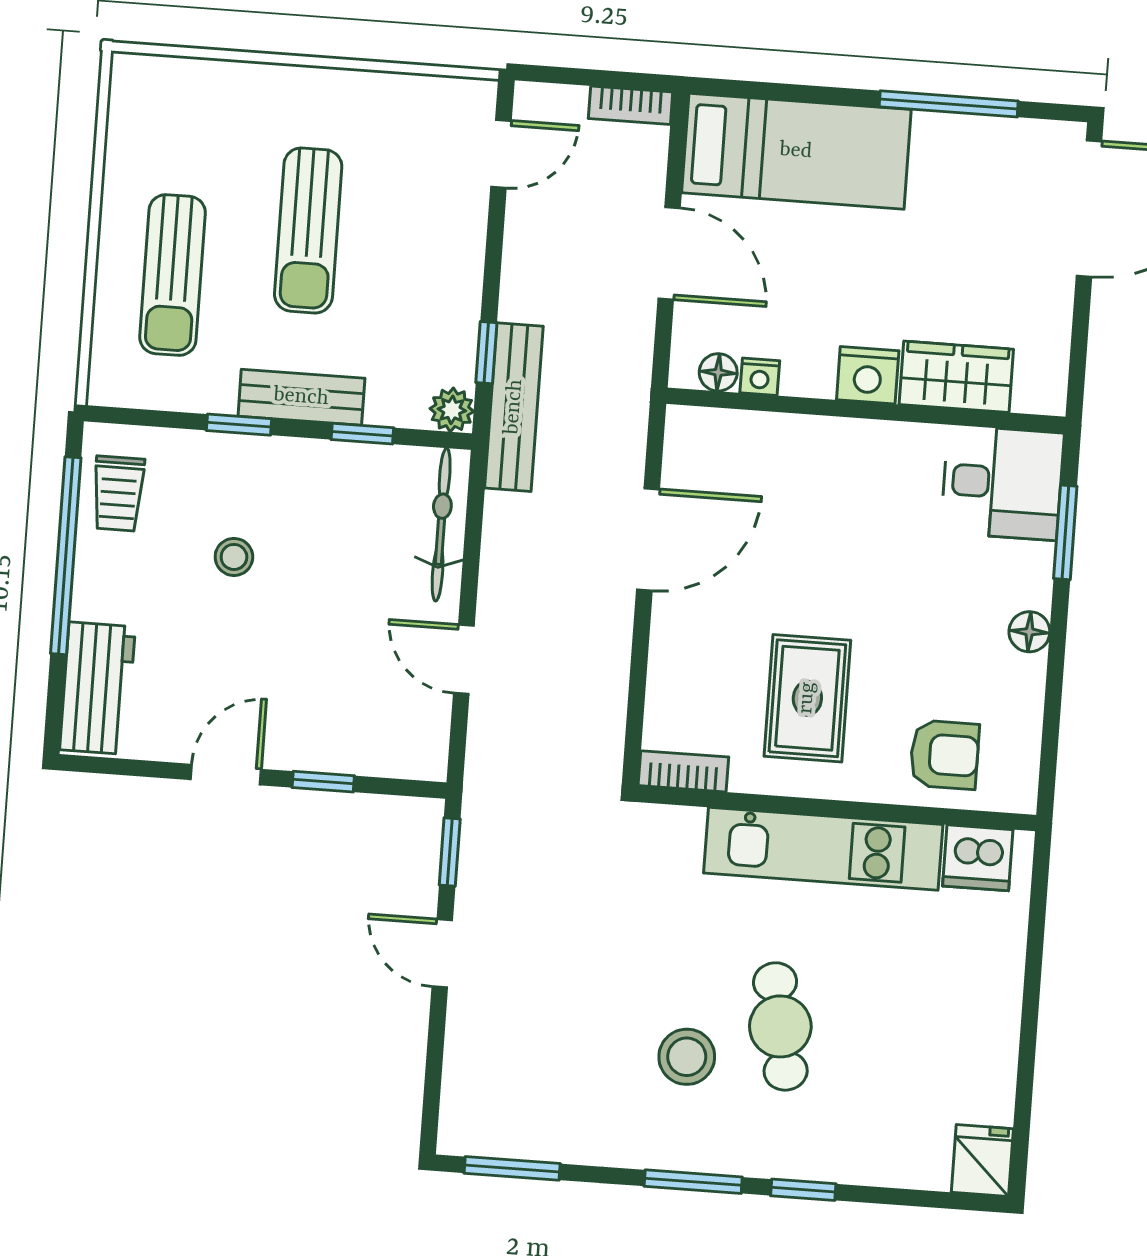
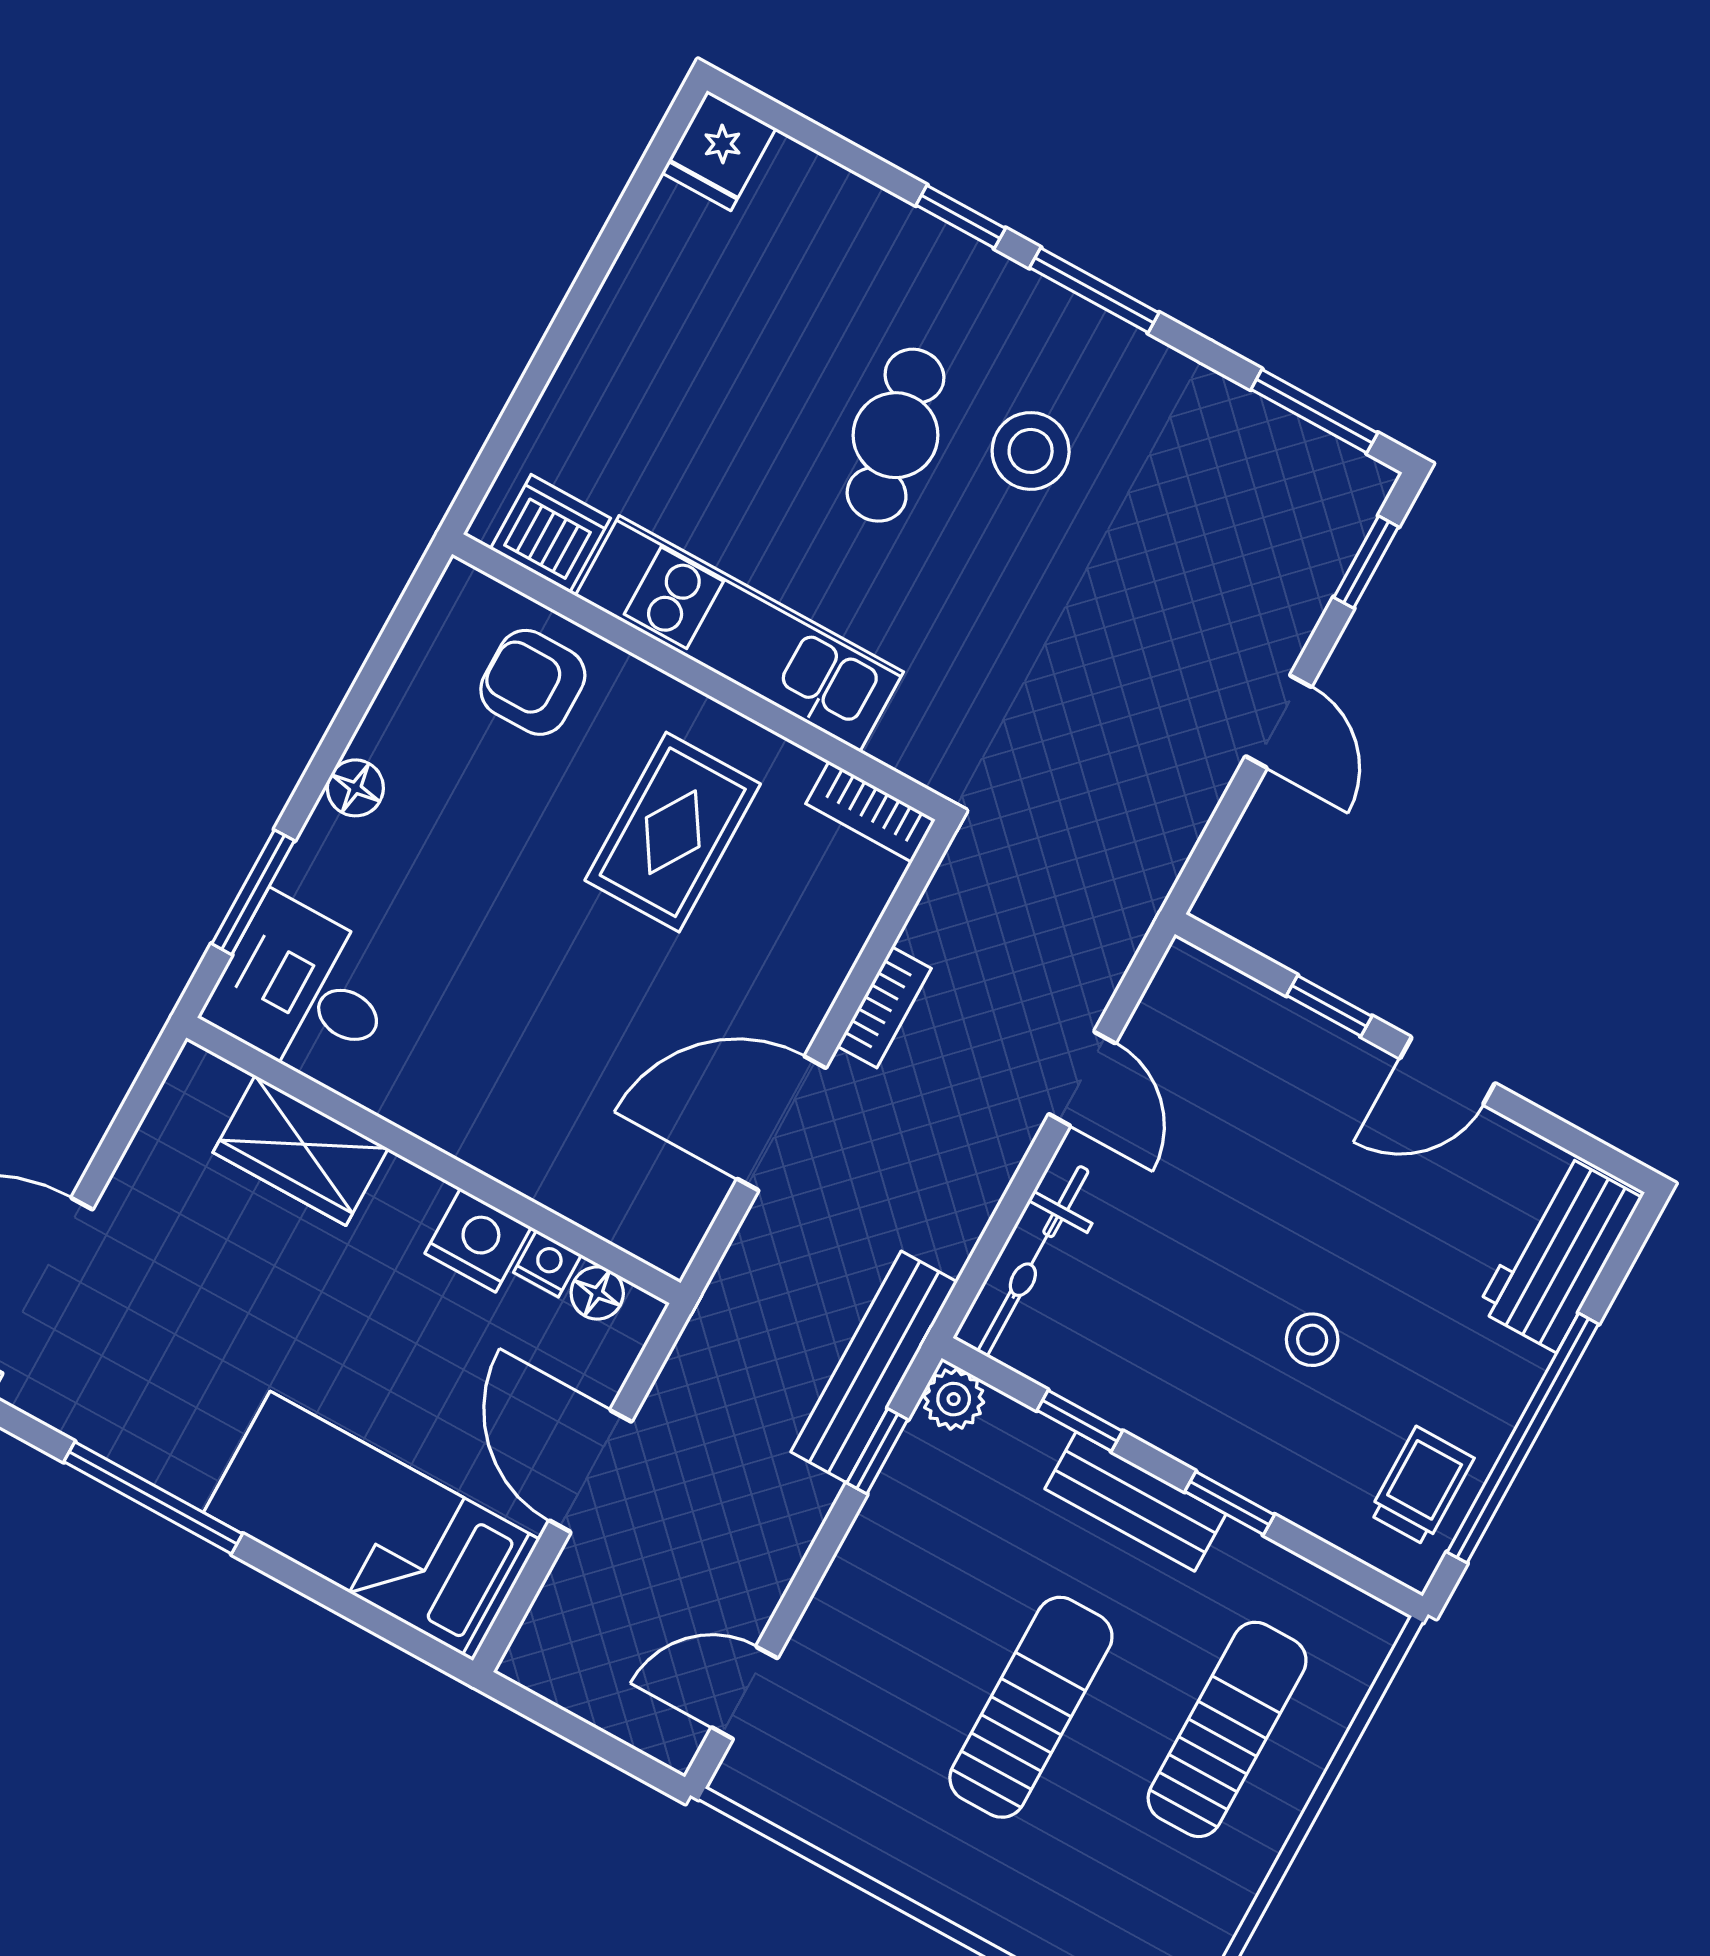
bookcase: (631, 105) -> (884, 1007), moved, turned 90
nightstand: (868, 375) -> (478, 1240), moved
window: (450, 852) -> (1366, 562), moved

